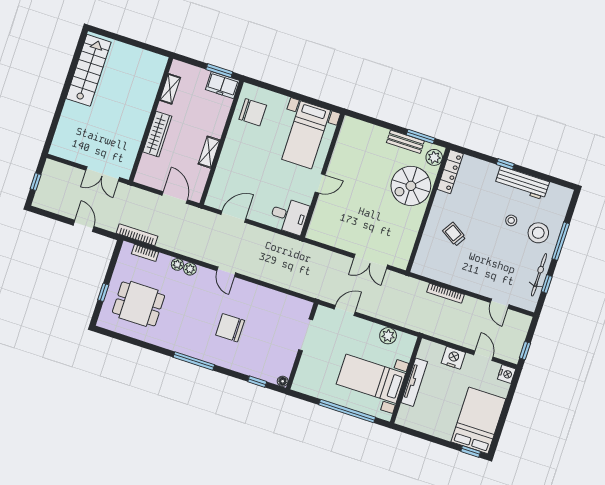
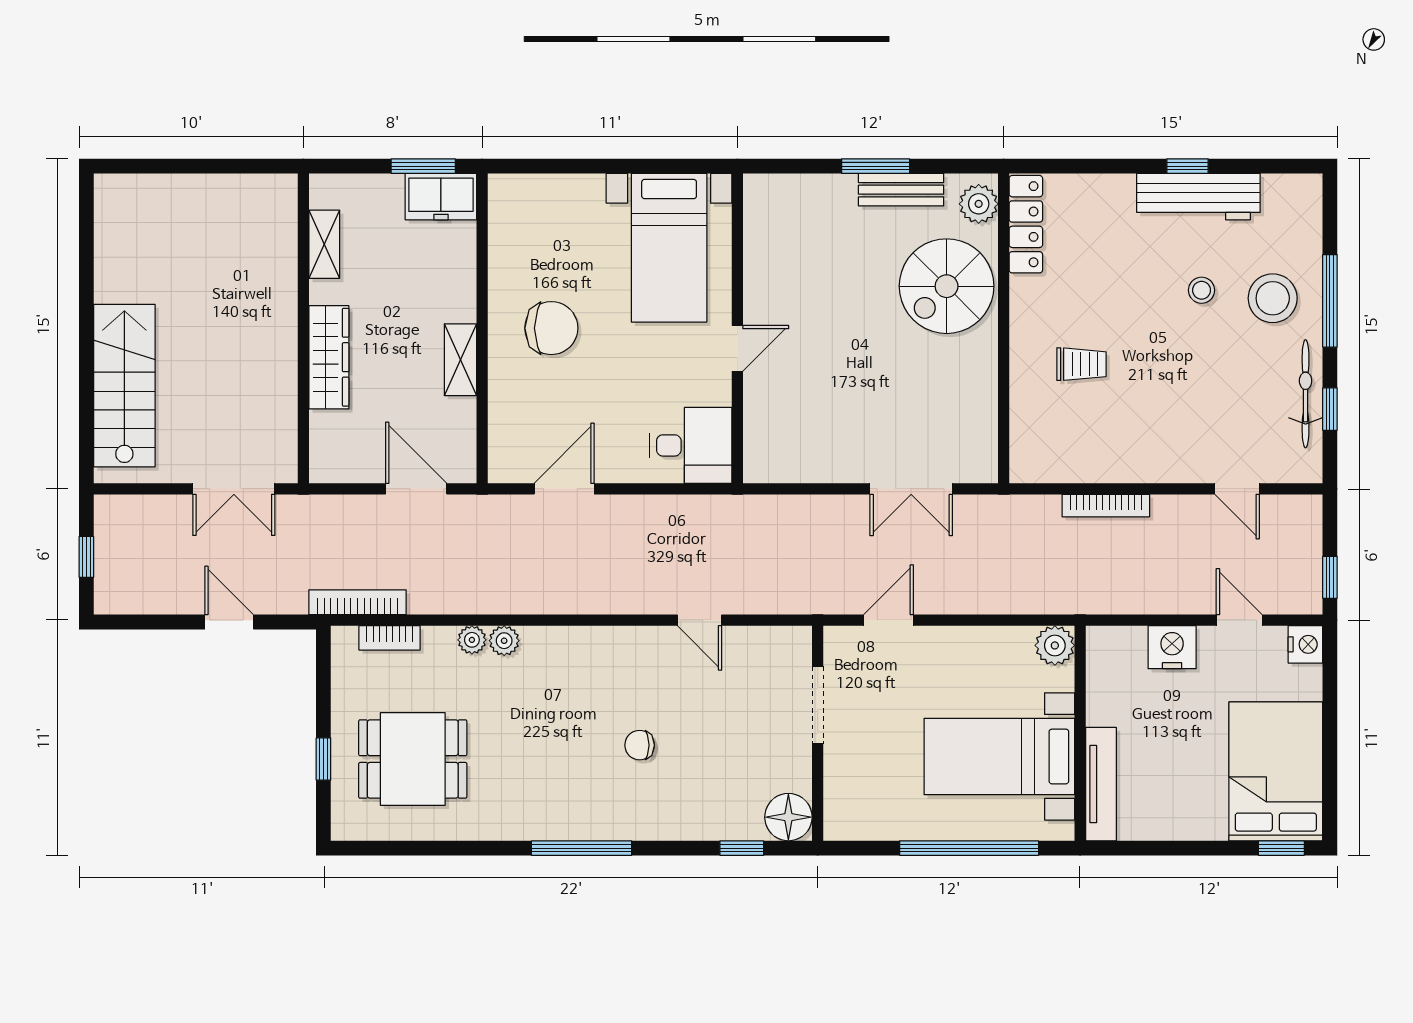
stairs: (89, 70) -> (124, 386), moved
chair: (253, 112) -> (551, 328), moved
window: (421, 136) -> (876, 166), moved
window: (505, 164) -> (1187, 166), moved
trolley: (454, 234) -> (1081, 364), turned 148
door: (226, 272) -> (699, 620), moved
chair: (230, 328) -> (640, 745), width x0.54, depth x0.54
plant: (388, 336) -> (1055, 645), moved
floor lamp: (283, 381) -> (788, 817), width x1.89, depth x1.89
tv unit: (414, 382) -> (1101, 784), moved

